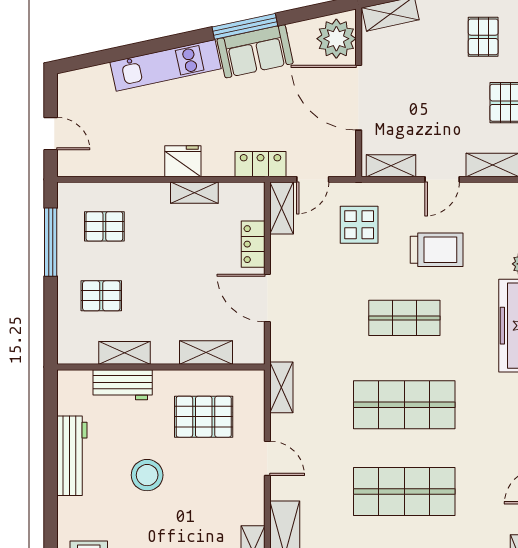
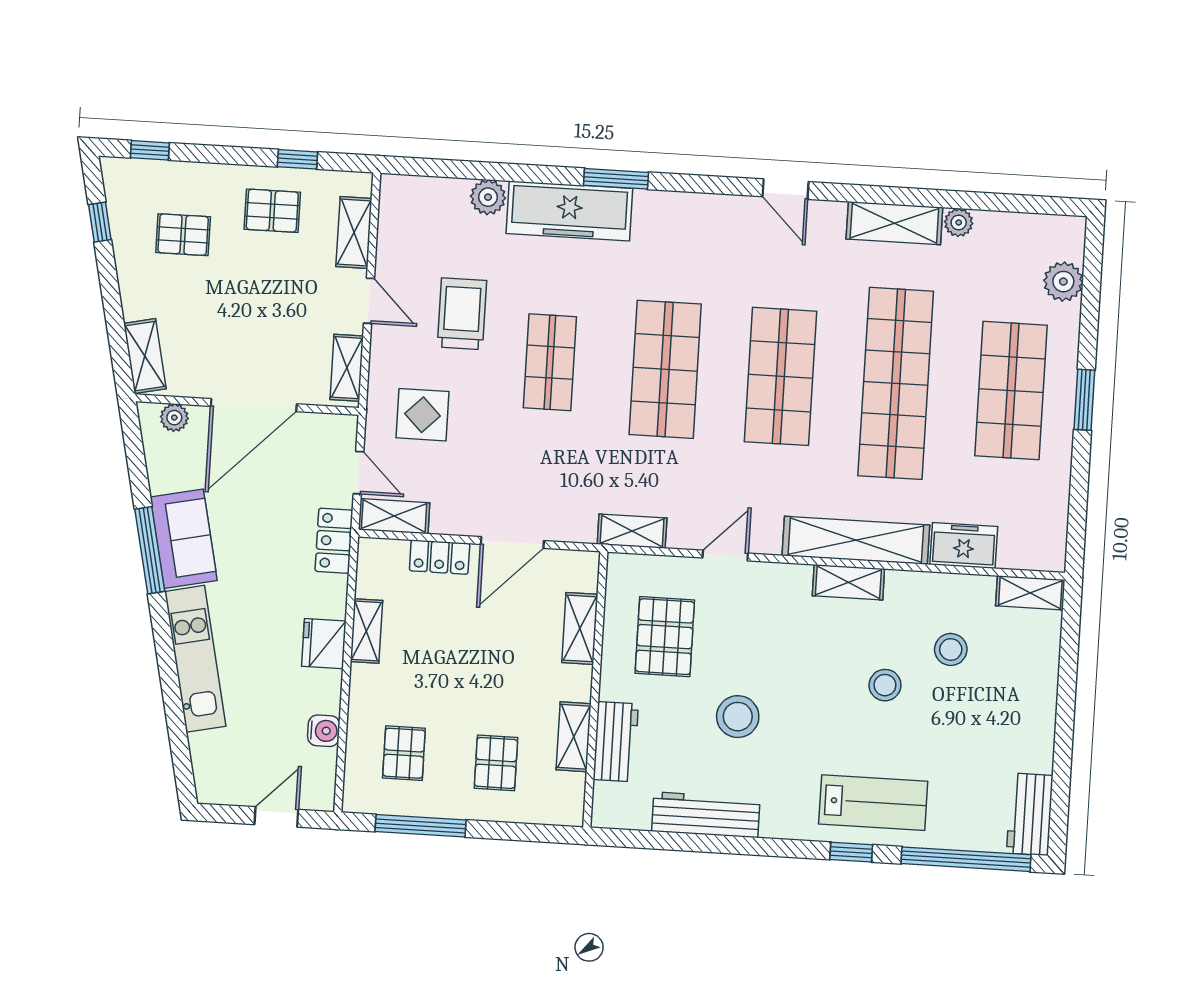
plant: (336, 39) -> (174, 418), width x0.53, depth x0.53
water cooler: (117, 165) -> (324, 731), added

